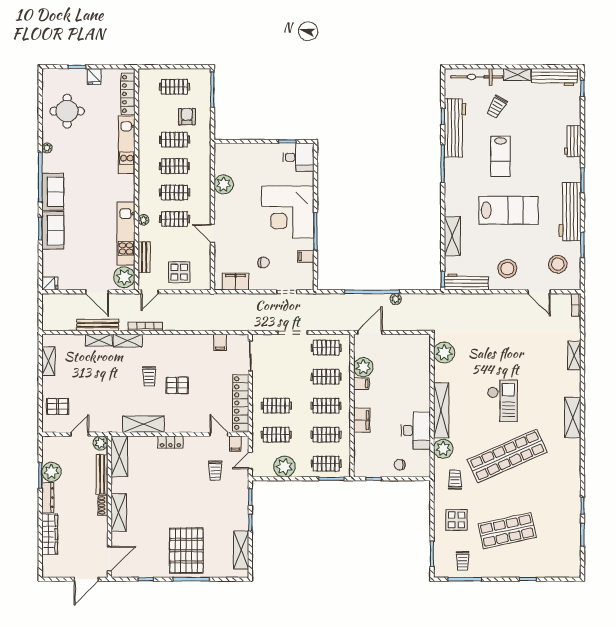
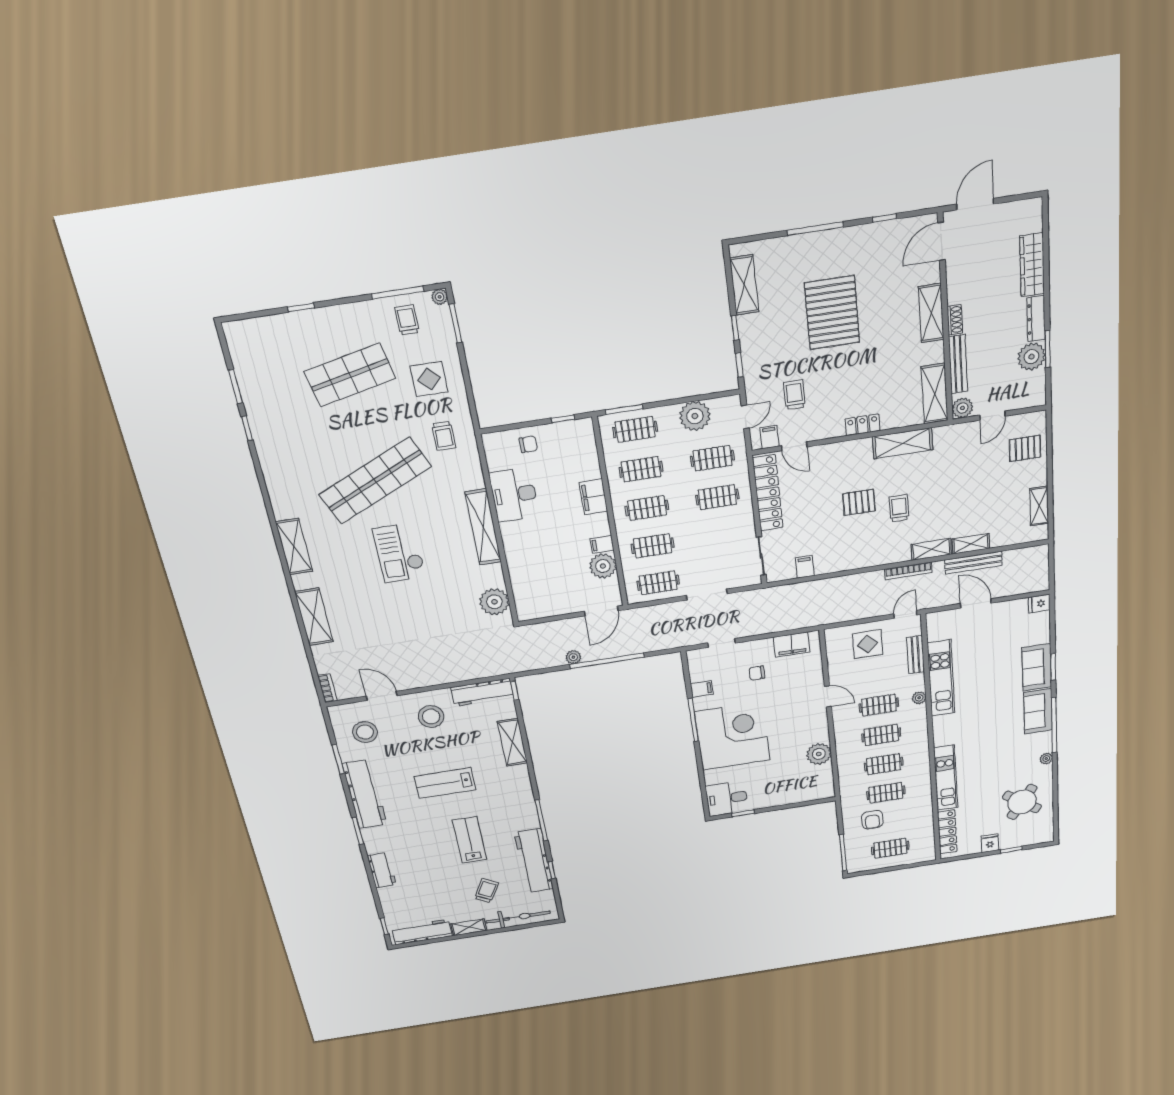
round table: (67, 111) -> (1022, 802), turned 35
lab bench: (509, 210) -> (445, 783), width x0.73, depth x0.72
plant: (124, 277) -> (940, 627), removed
shelving: (574, 355) -> (314, 617), width x1.50, depth x1.33
plant: (443, 449) -> (440, 297), moved, width x0.53, depth x0.53
pallet: (186, 551) -> (832, 313), moved

